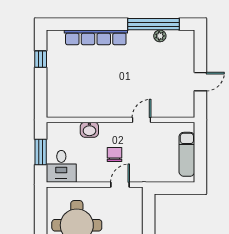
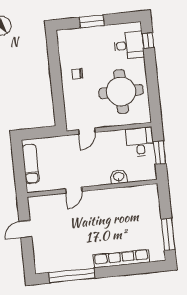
plant: (160, 36) -> (65, 266), removed
window: (41, 59) -> (168, 234), width x2.17
chair: (115, 154) -> (94, 157), removed

